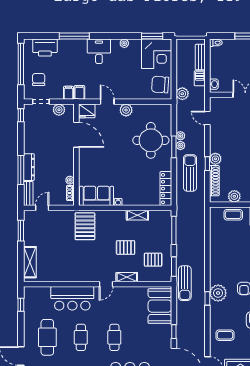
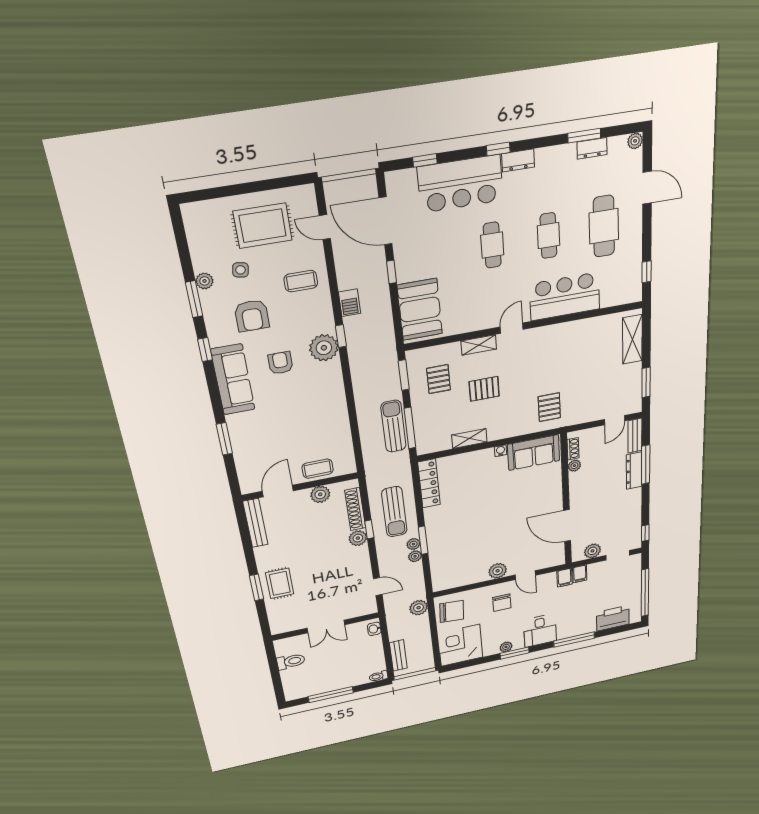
window: (152, 36) -> (515, 653), moved
barbecue: (200, 78) -> (350, 303), moved
chair: (39, 79) -> (502, 603), moved
fridge: (87, 111) -> (553, 558), removed
round table: (151, 140) -> (458, 541), removed
pallet: (85, 226) -> (549, 407), width x0.67, depth x0.71
pallet: (153, 260) -> (439, 379), turned 90
sun lounger: (185, 283) -> (393, 426), moved

